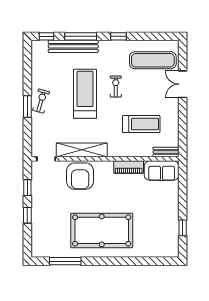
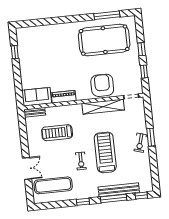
treadmill: (85, 94) -> (105, 152), turned 180
pool table: (102, 230) -> (104, 40), moved

